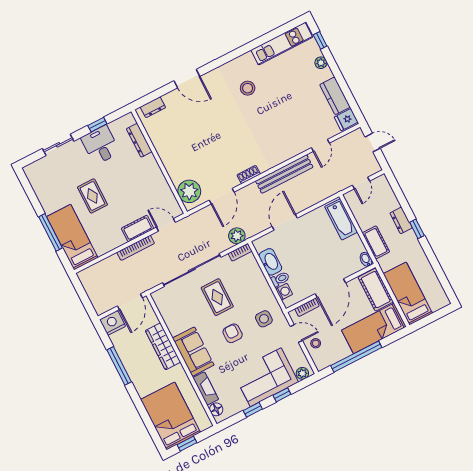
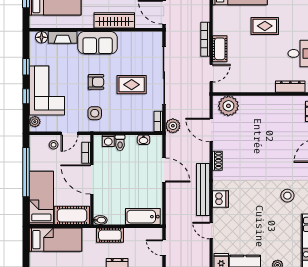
dishwasher: (285, 152) -> (221, 199), added
washbasin: (270, 262) -> (144, 140), width x0.52, depth x0.69

